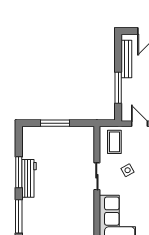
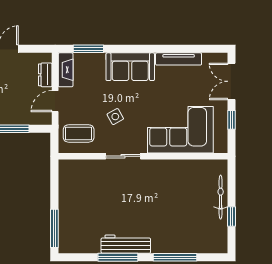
window: (55, 123) -> (54, 228), moved

